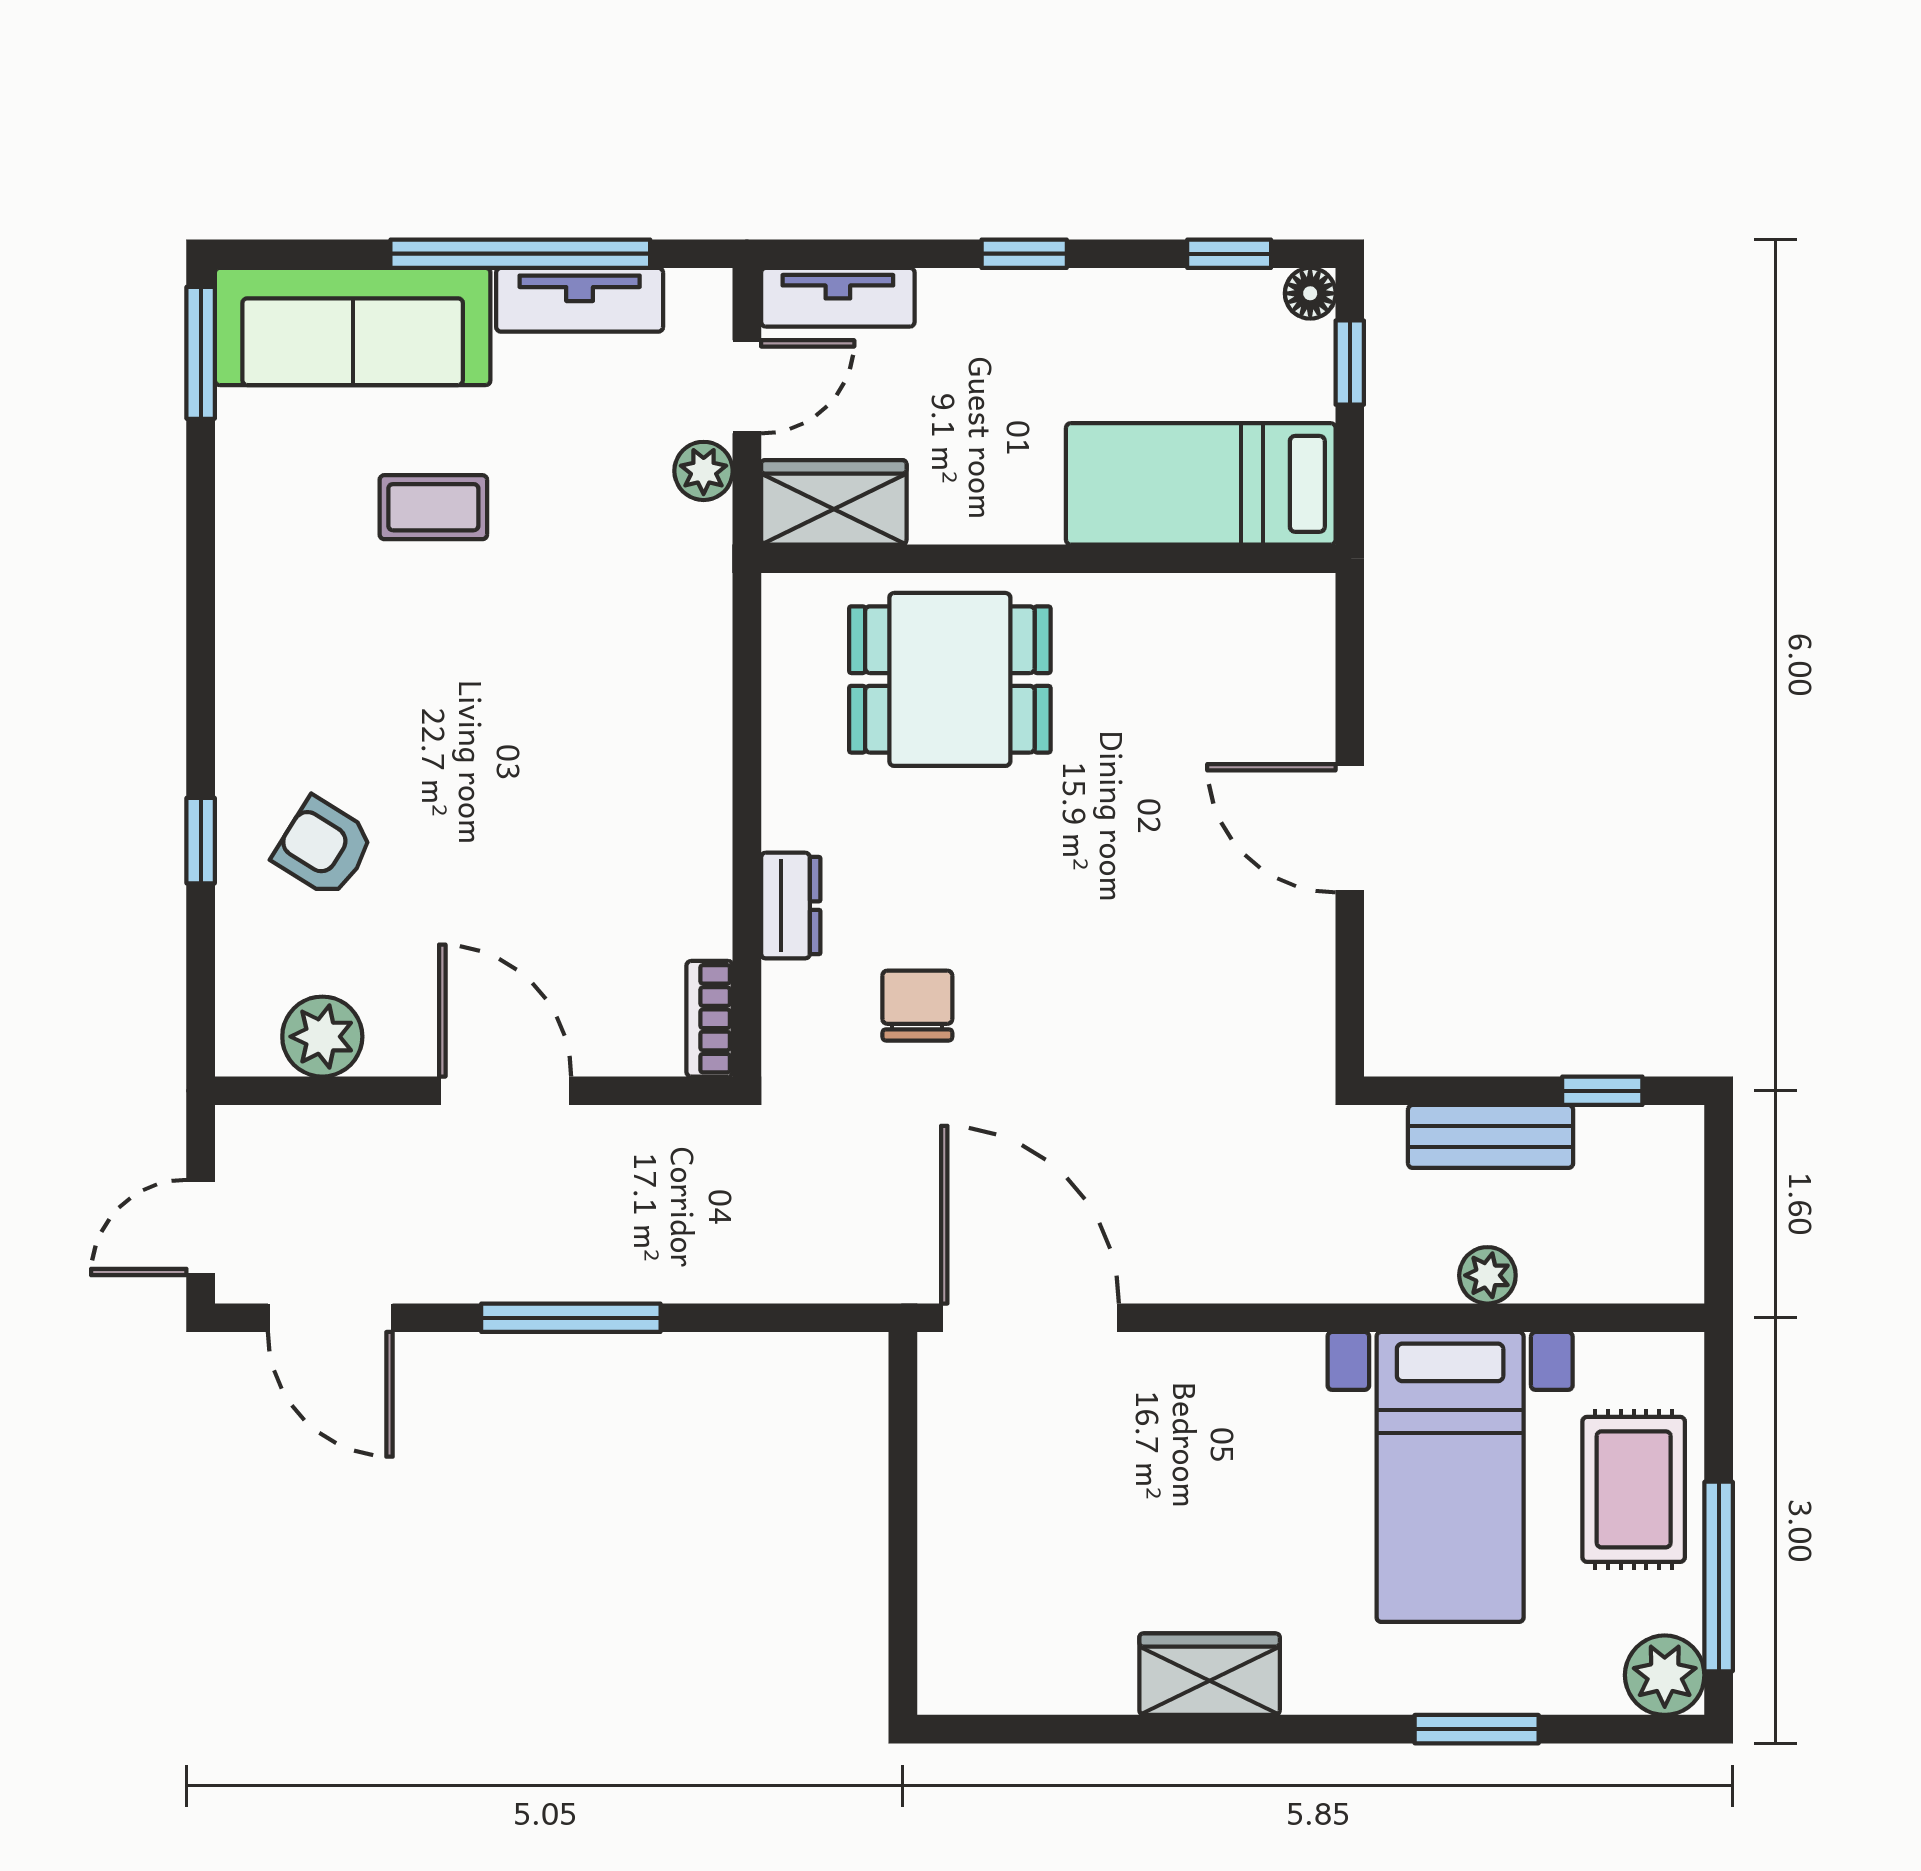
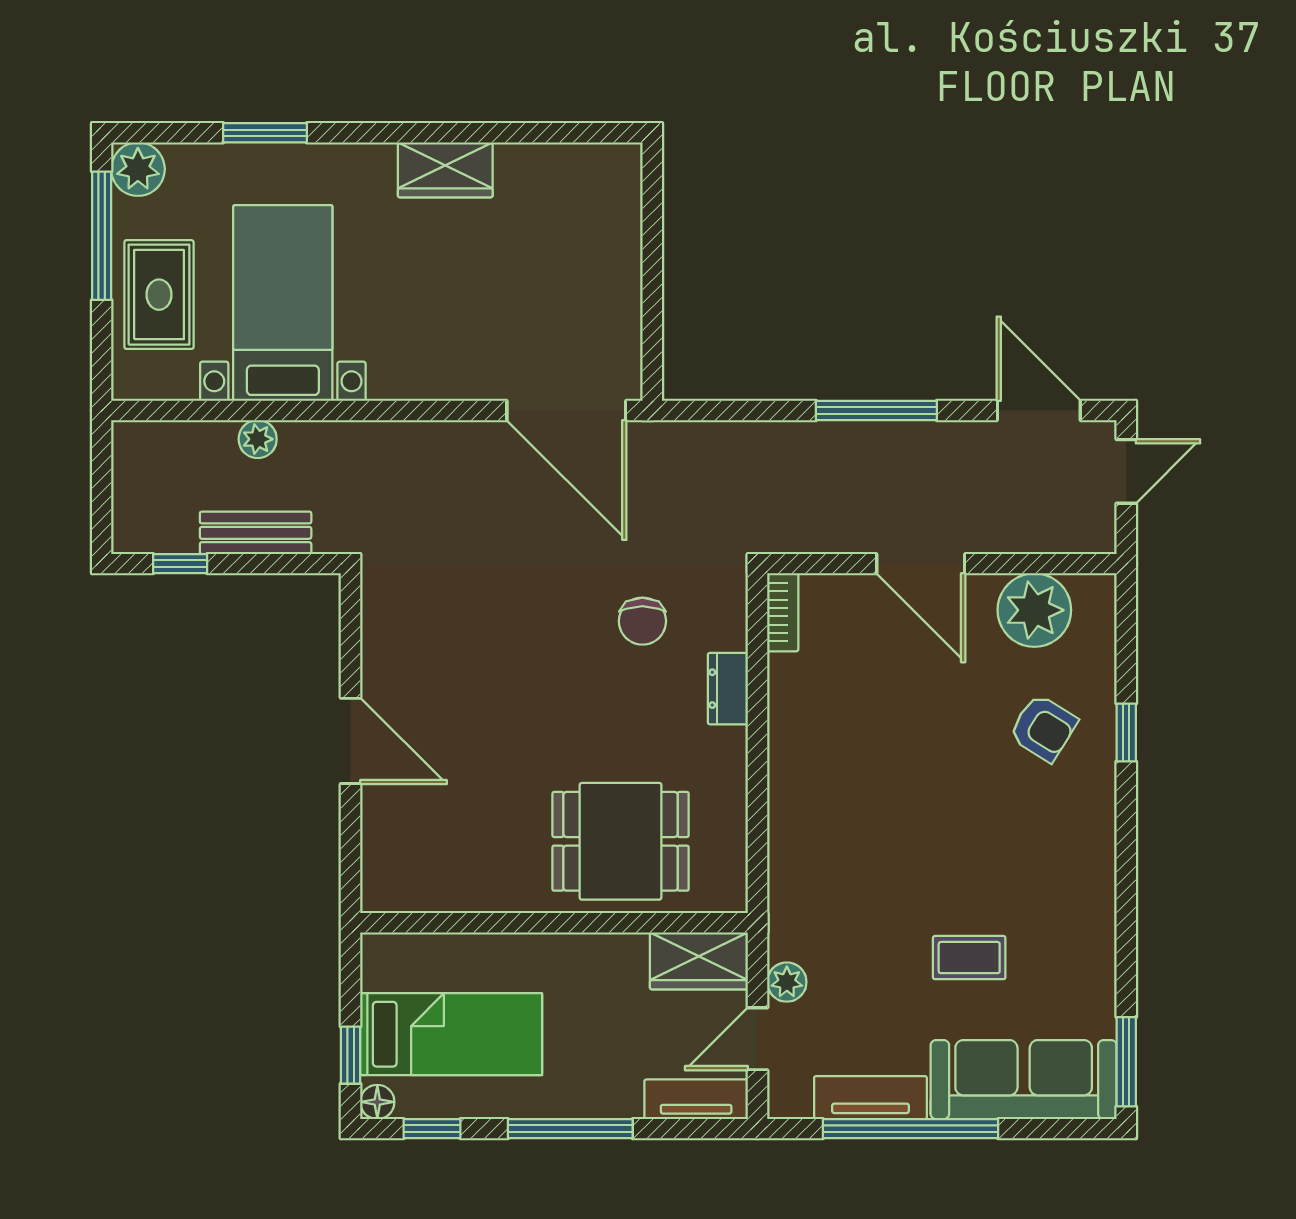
window: (1024, 254) -> (570, 1129), width x2.17
bed: (1201, 484) -> (451, 1034), moved
plant: (322, 1037) -> (1034, 610), width x1.36, depth x1.36

